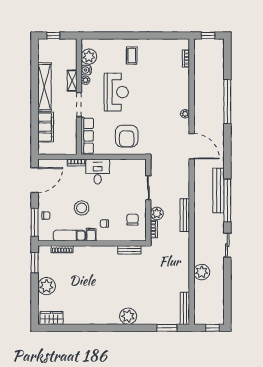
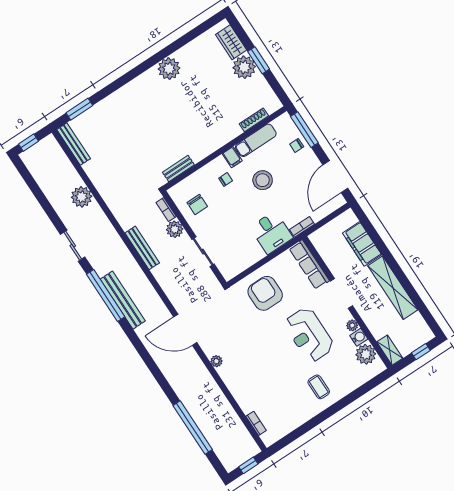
shelving: (72, 81) -> (390, 350), moved
window: (227, 102) -> (193, 428), moved
window: (35, 263) -> (259, 60), moved
plant: (128, 316) -> (169, 69), moved
wardrobe: (51, 318) -> (231, 42), moved, turned 90

